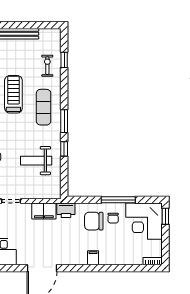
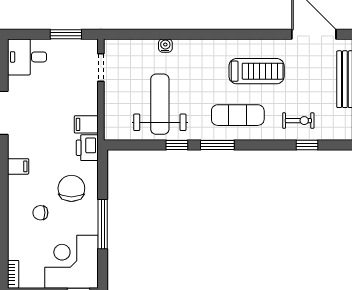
weight bench: (36, 161) -> (160, 104), width x1.36, depth x1.33
filing cabinet: (44, 211) -> (86, 124), width x0.50
chair: (113, 218) -> (40, 213), moved
filing cabinet: (93, 258) -> (18, 166), moved

